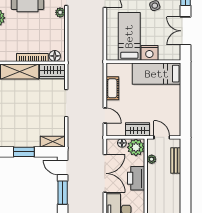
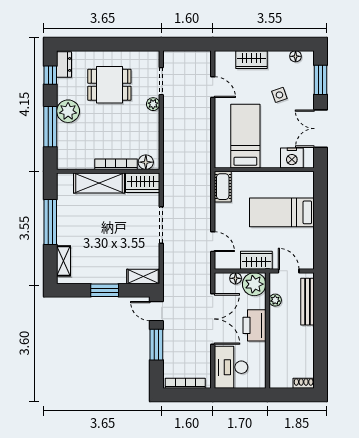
nightstand: (149, 53) -> (292, 158), moved
bed: (157, 74) -> (282, 212), moved
cot: (112, 88) -> (223, 187), moved
bench: (176, 160) -> (307, 302), width x1.36

